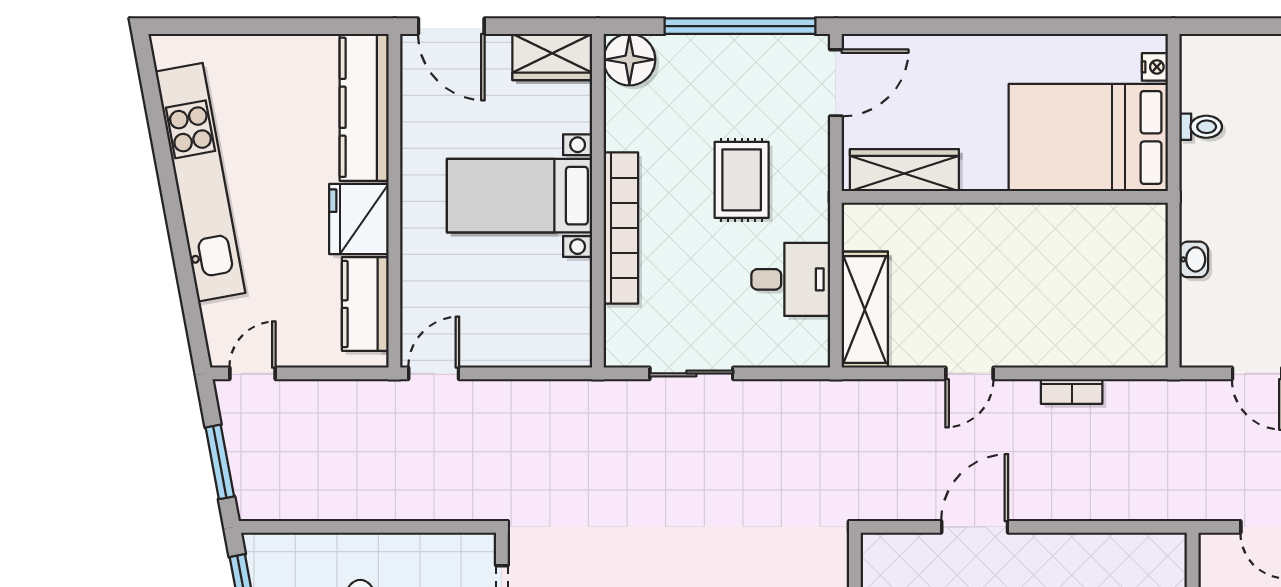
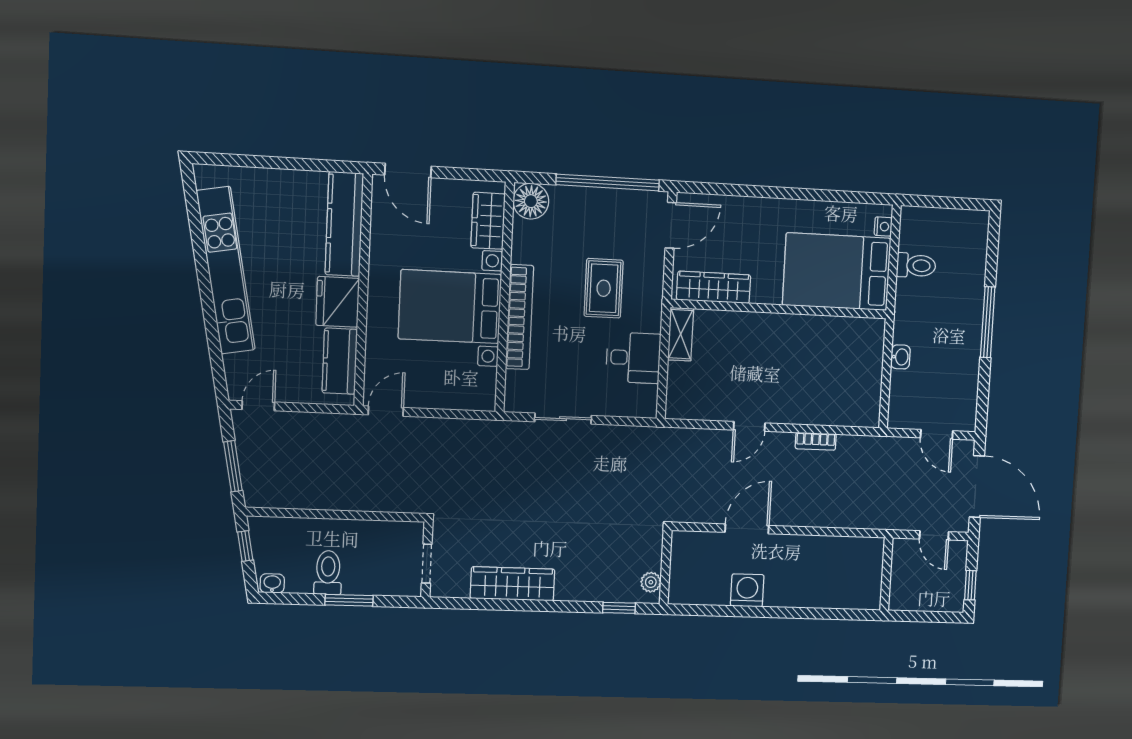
wardrobe: (552, 57) -> (488, 221), moved, turned 90
toilet: (1201, 127) -> (916, 265), width x1.37, depth x1.39
bed with nightstands: (520, 196) -> (450, 307), width x1.36
shelving: (865, 310) -> (681, 334), moved, width x0.67, depth x0.75

